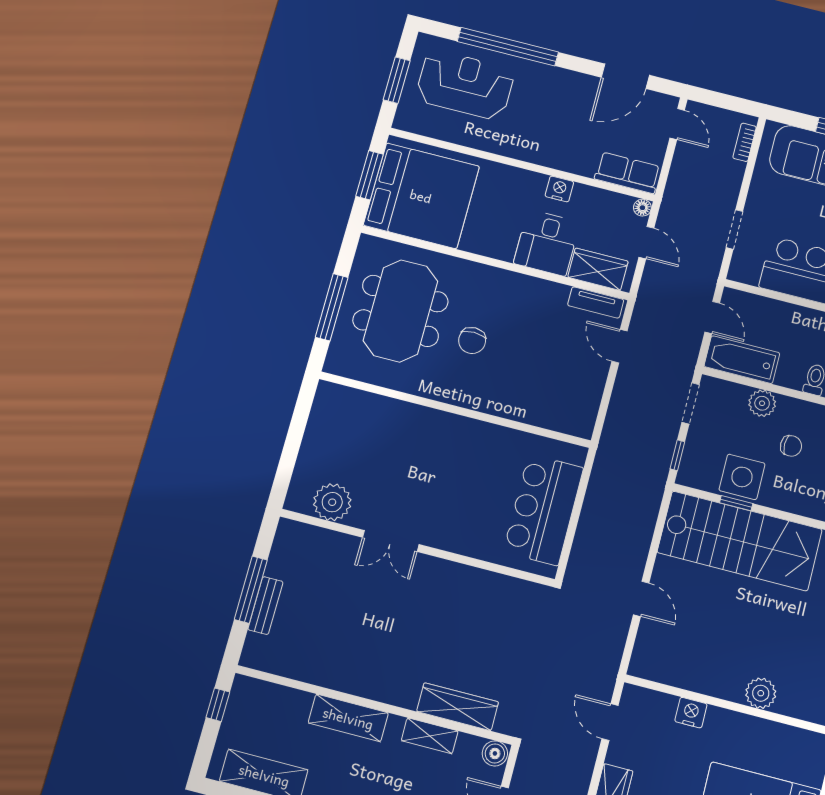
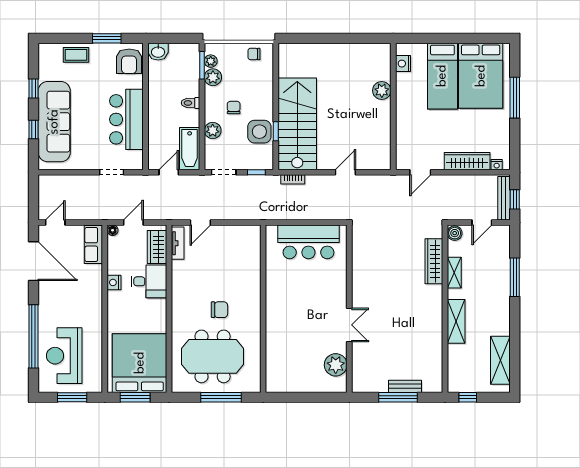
door: (625, 76) -> (34, 261), width x1.36
bookcase: (745, 142) -> (293, 179), moved
nightstand: (691, 713) -> (403, 64), moved

